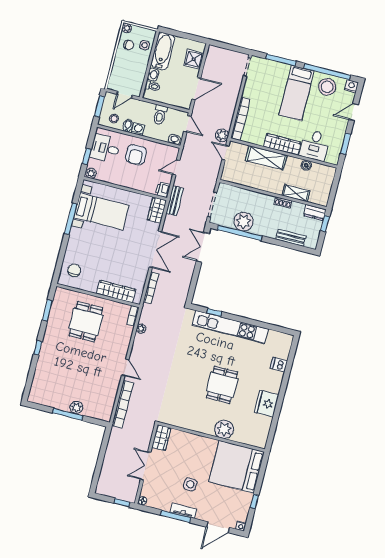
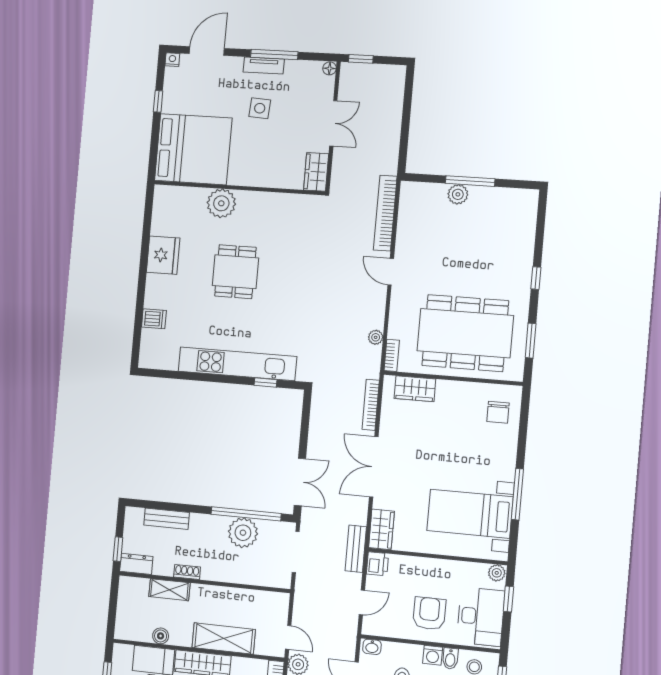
desk: (105, 148) -> (481, 617), width x1.37
wardrobe: (116, 291) -> (415, 389), width x0.67
dining table: (86, 322) -> (465, 333), width x1.88, depth x1.24

